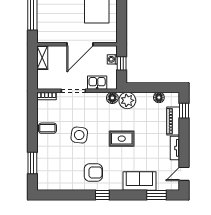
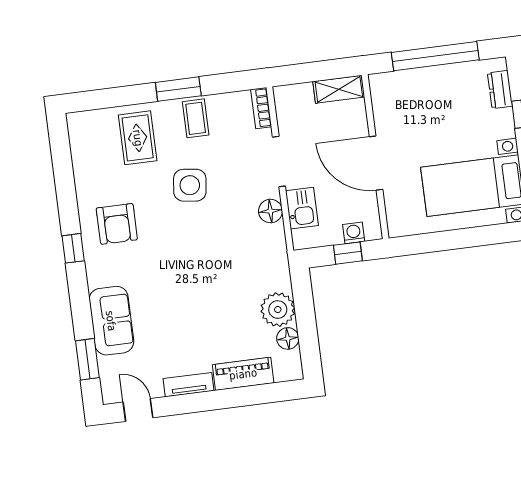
floor lamp: (112, 98) -> (270, 211), moved
plant: (127, 100) -> (278, 310), moved
window: (184, 111) -> (267, 393), removed
rug: (122, 139) -> (138, 138), moved
window: (32, 163) -> (178, 89), moved

